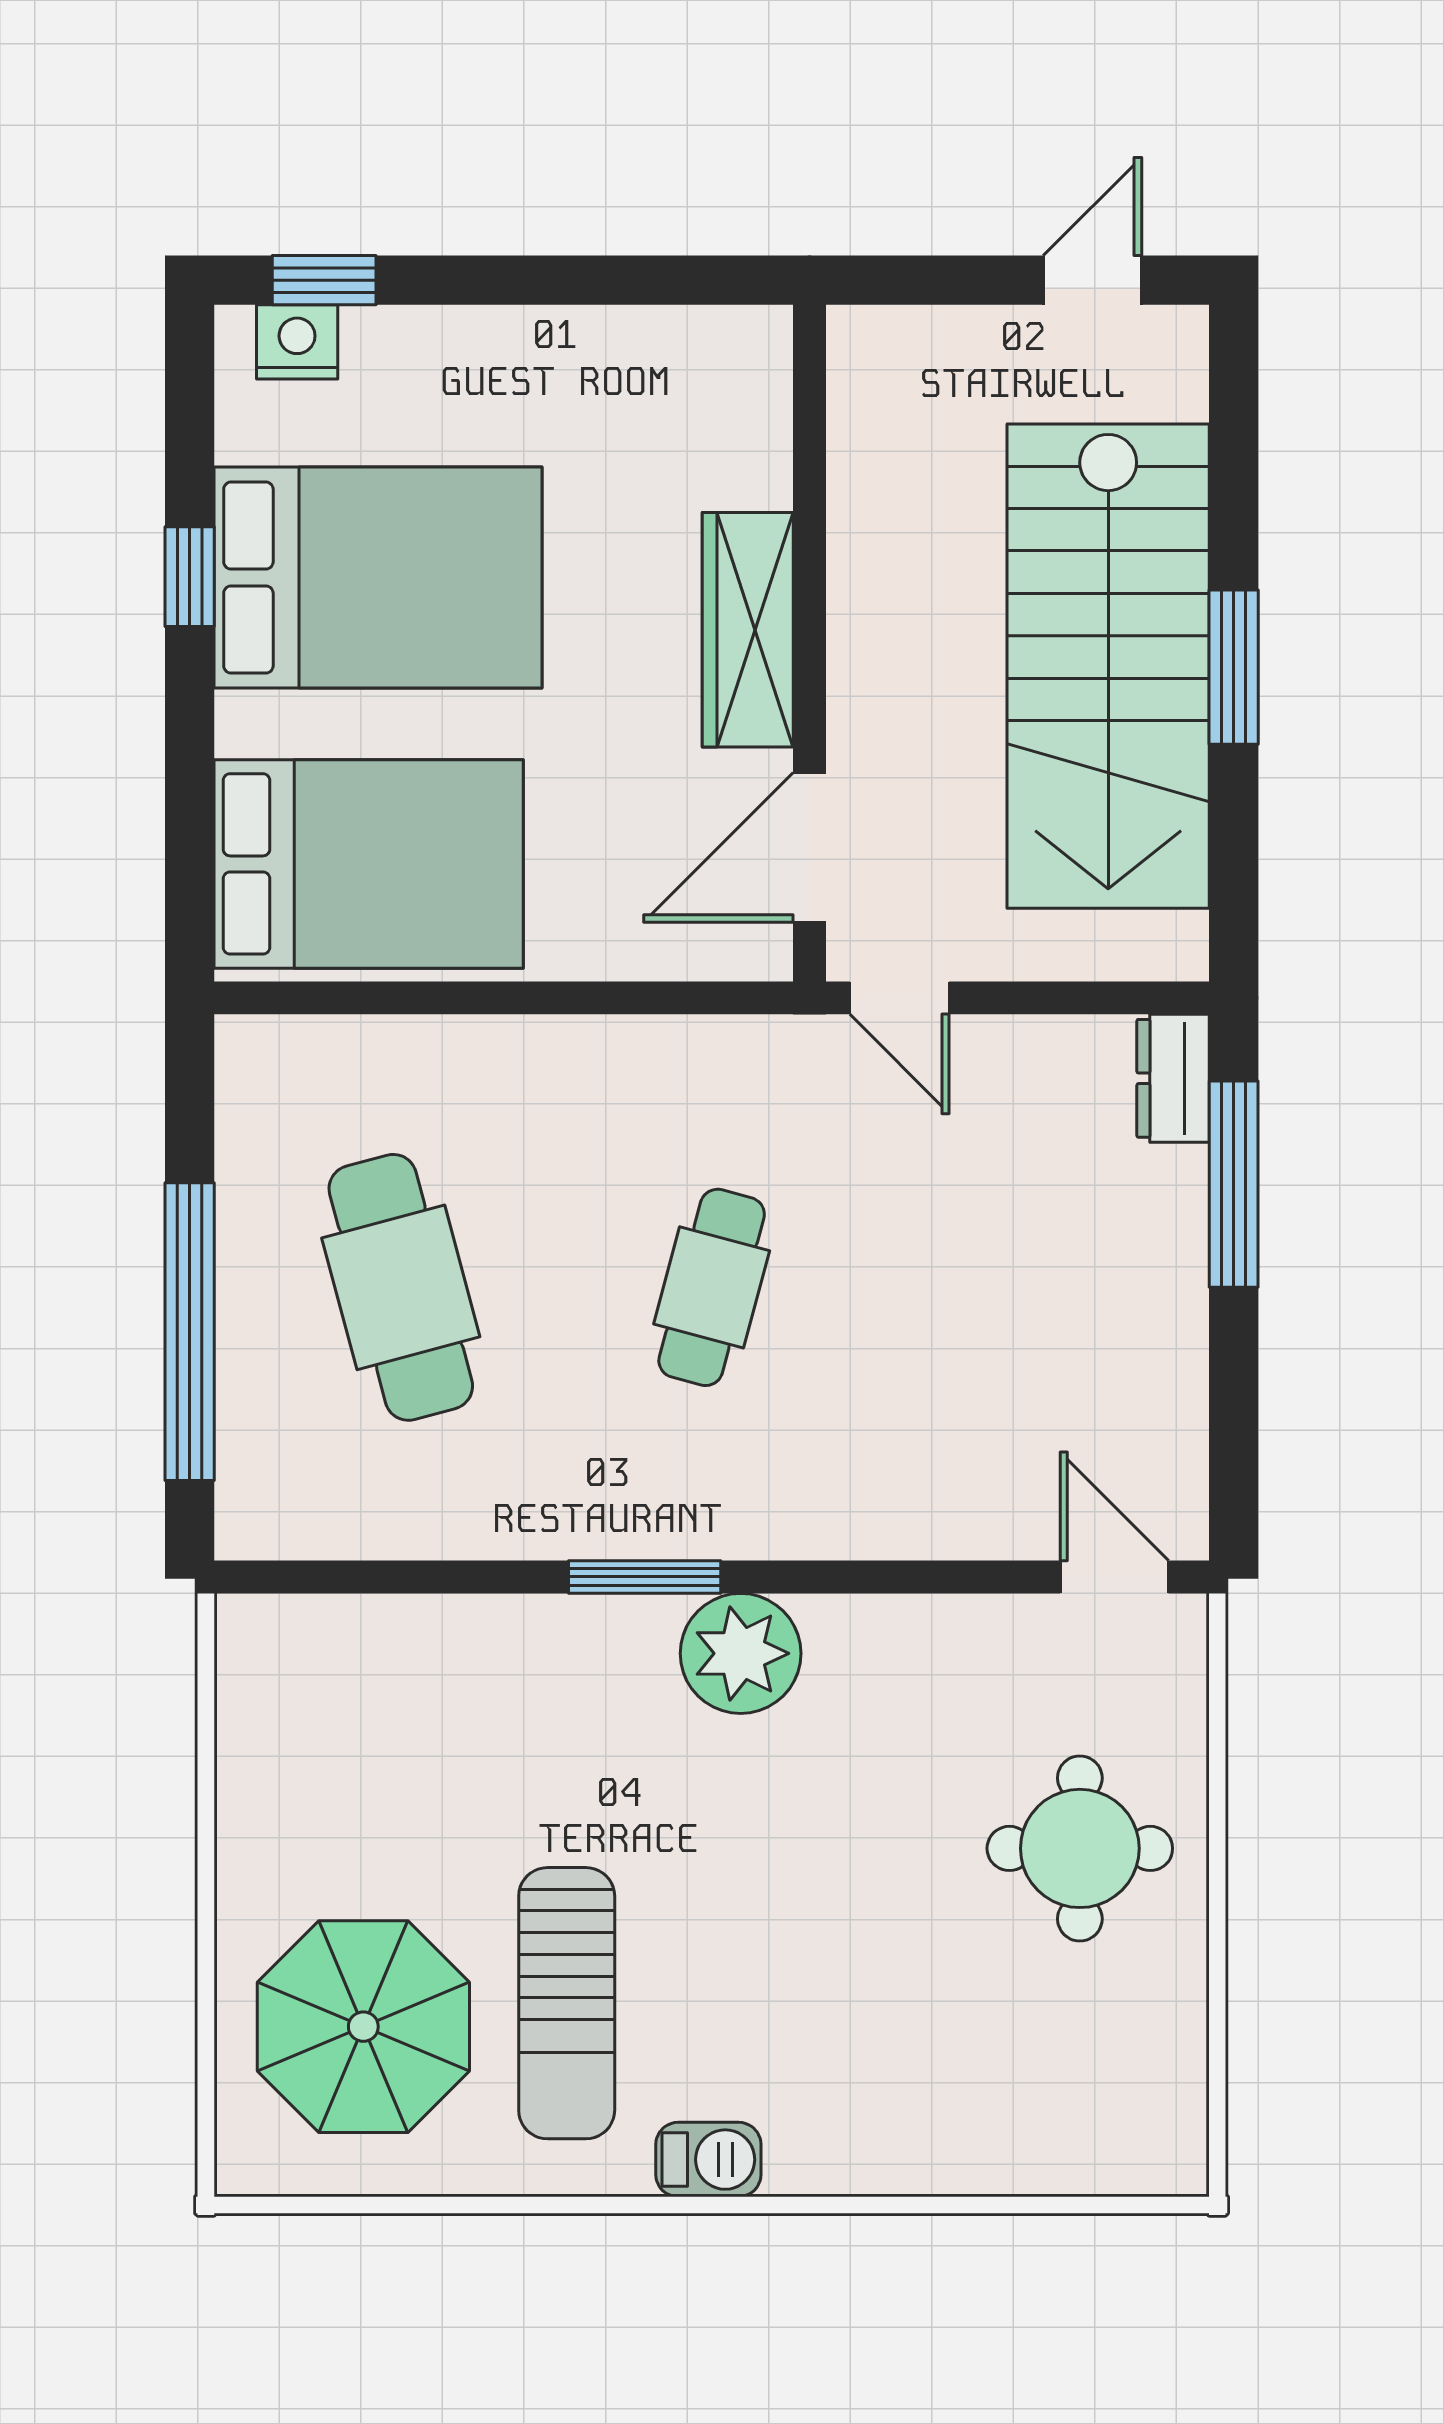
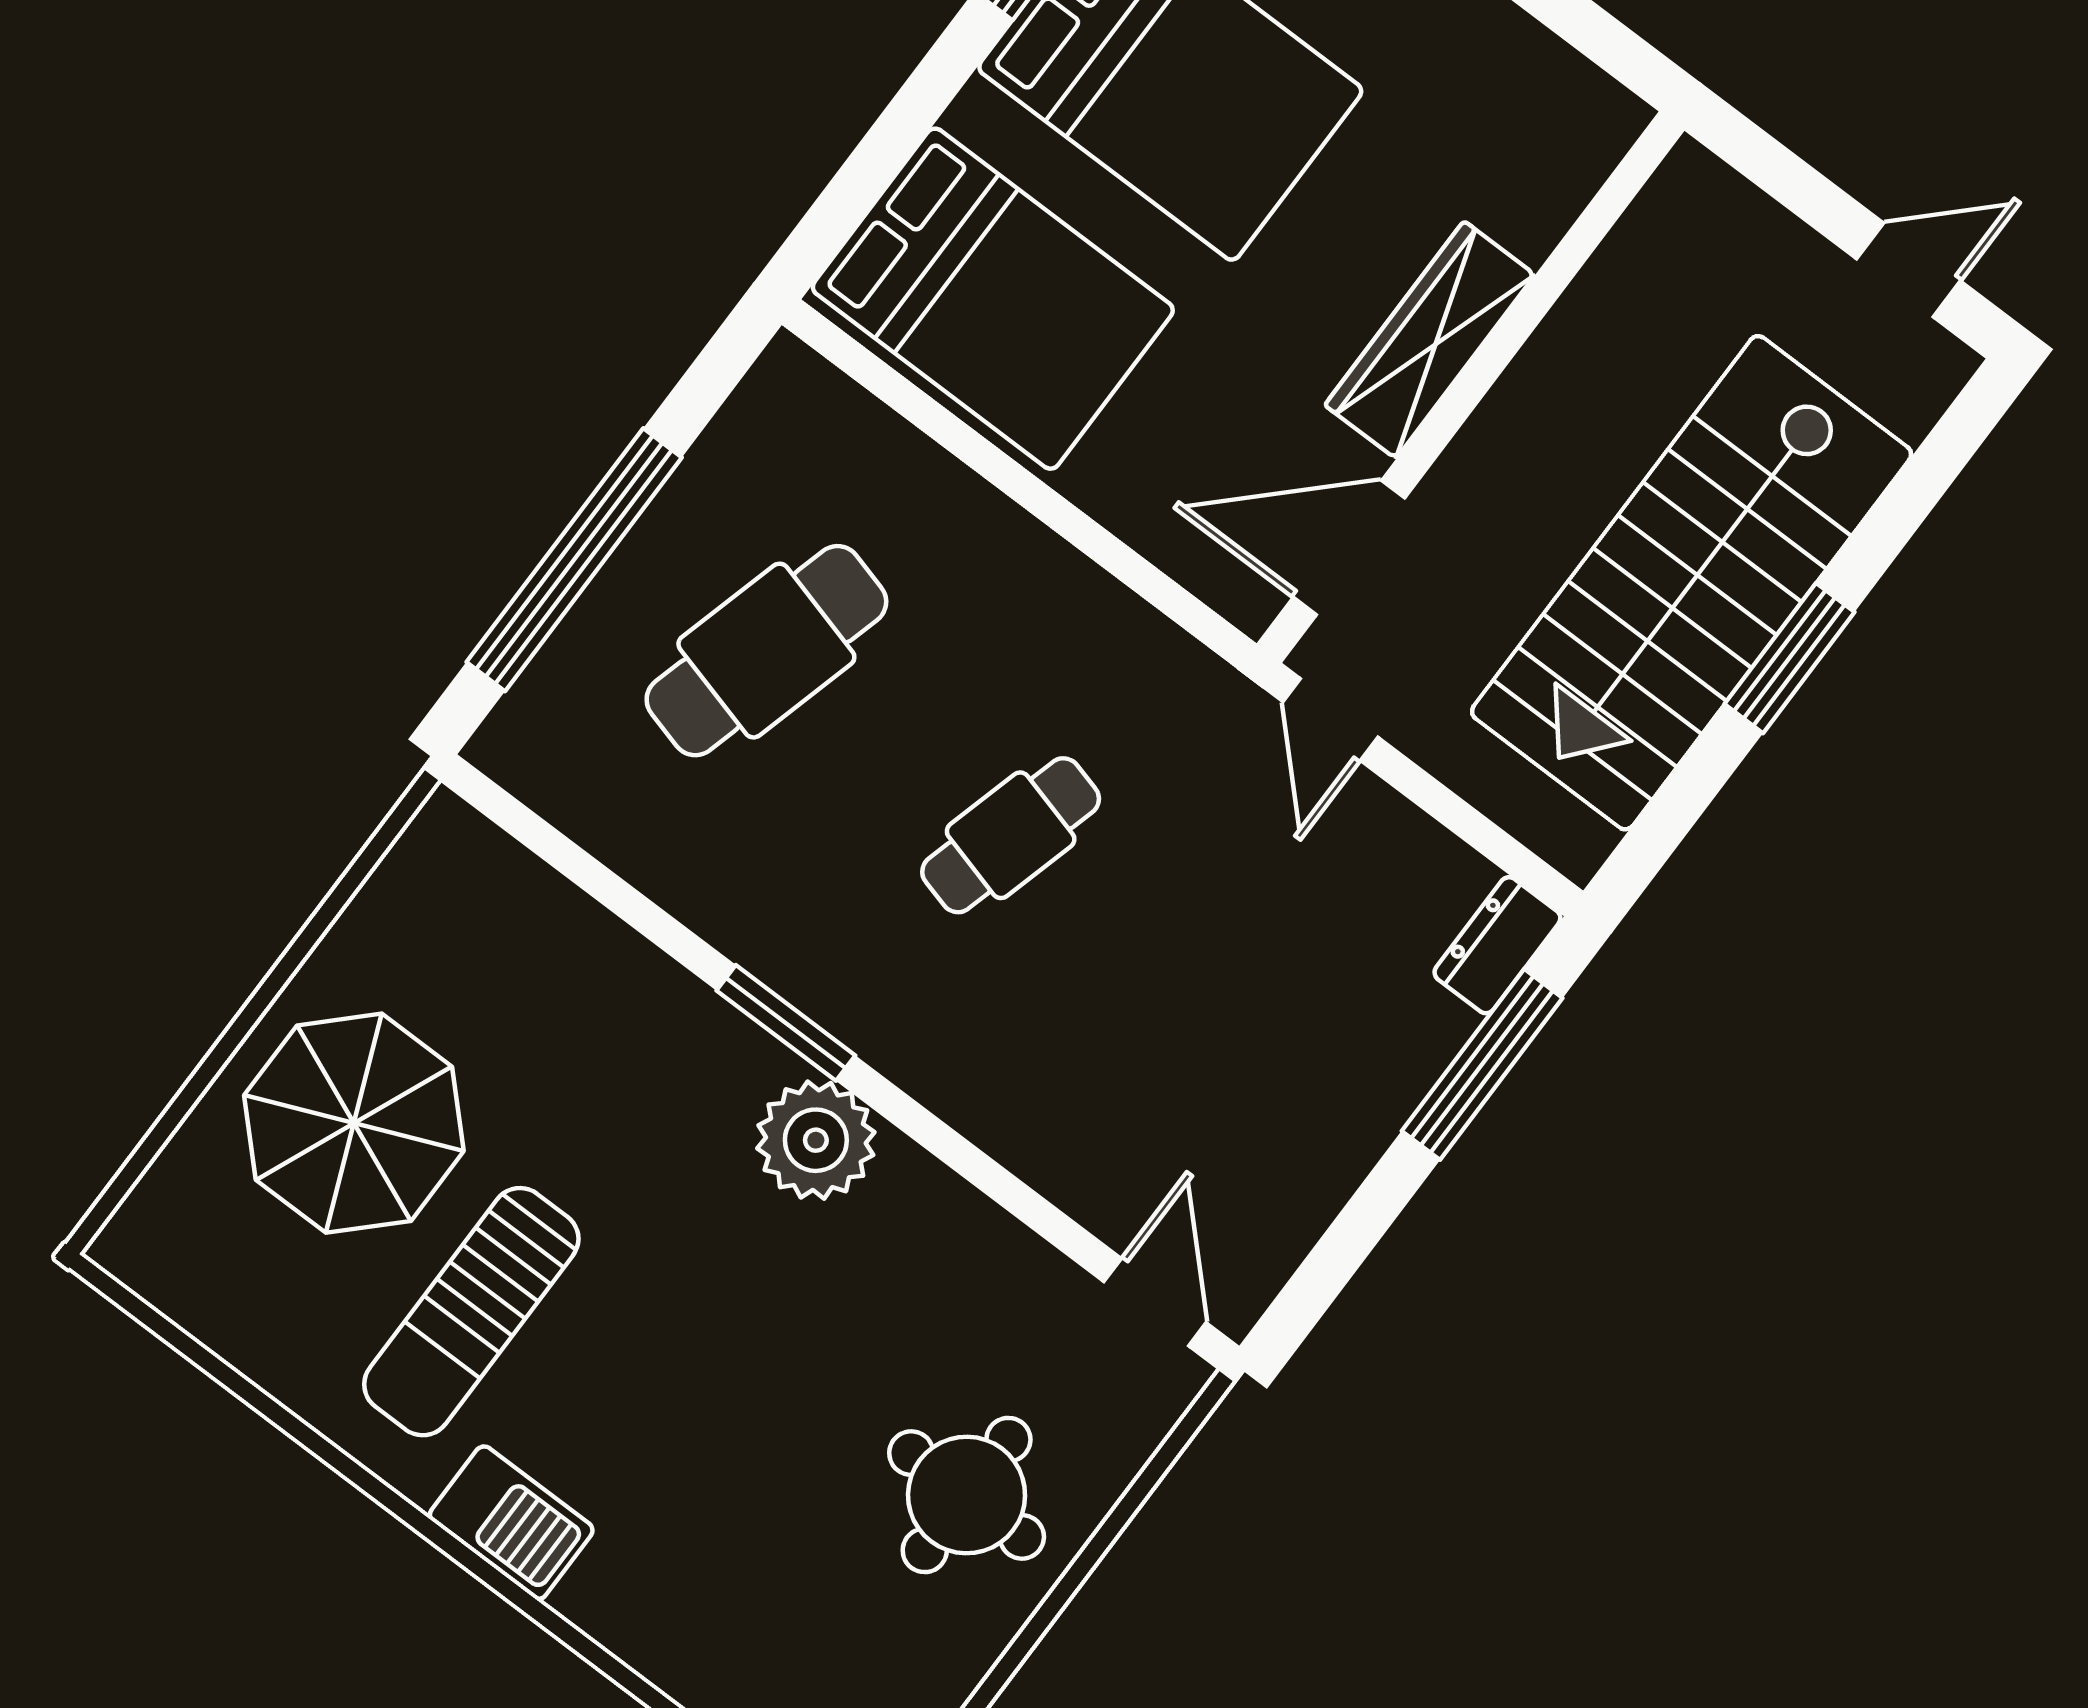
cafe table: (401, 1287) -> (766, 651), turned 30
parasol: (363, 2027) -> (354, 1123), moved
barbecue: (708, 2160) -> (511, 1523), width x1.38, depth x1.27

